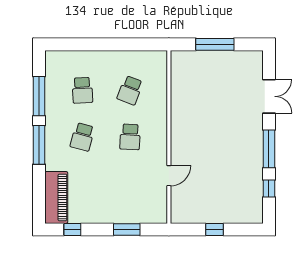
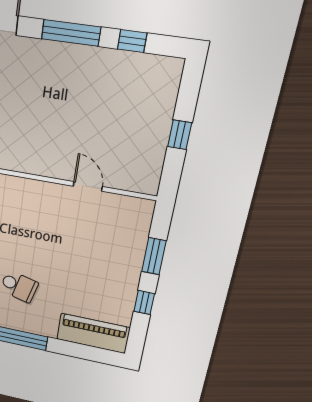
school desk: (130, 137) -> (27, 228), removed
window: (72, 229) -> (144, 303), moved

